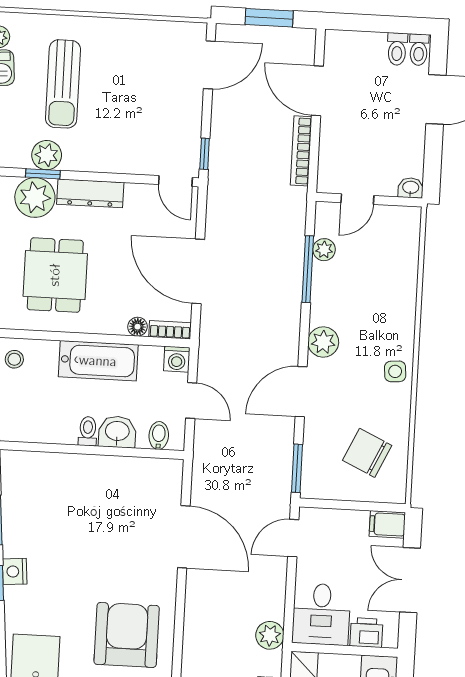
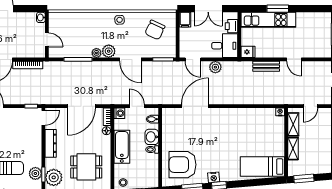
dresser: (90, 193) -> (51, 143), moved
plant: (324, 250) -> (96, 53), moved
door: (191, 401) -> (137, 106), hinge flipped
armchair: (127, 635) -> (183, 165), moved
plant: (270, 635) -> (215, 67), moved

